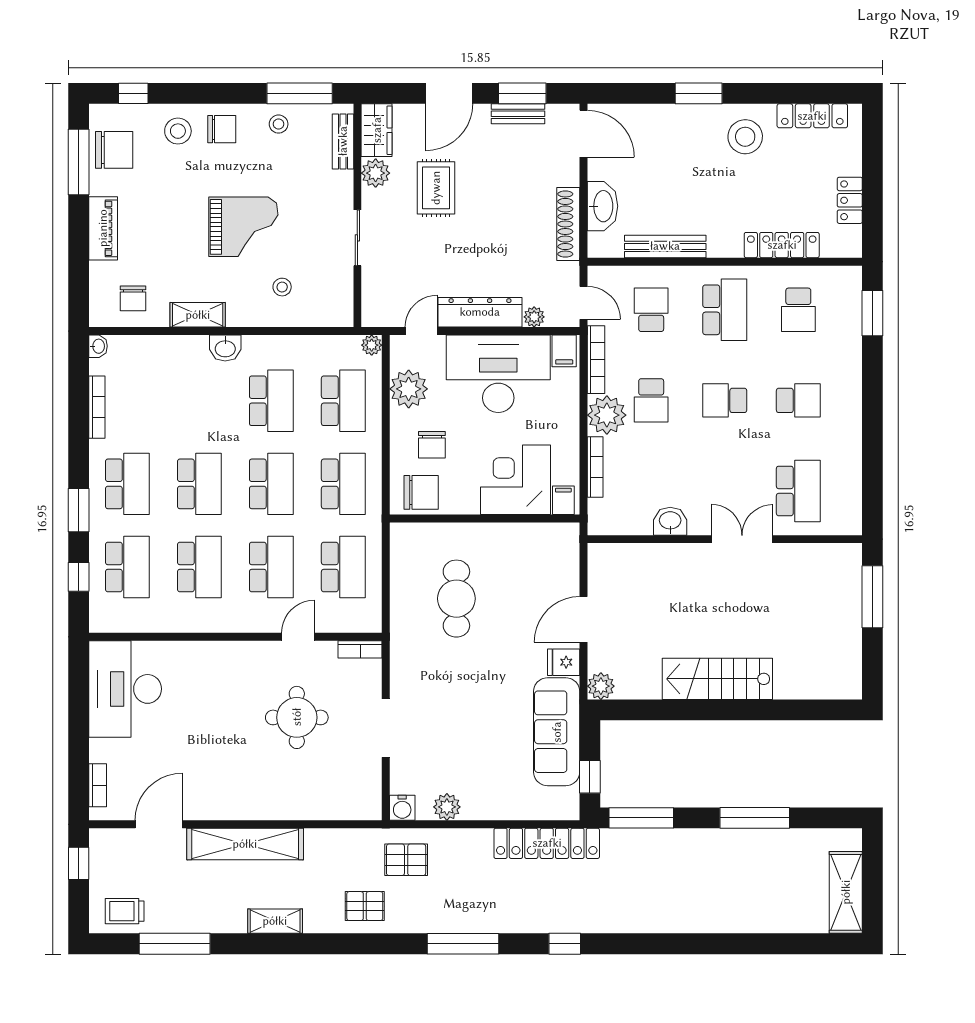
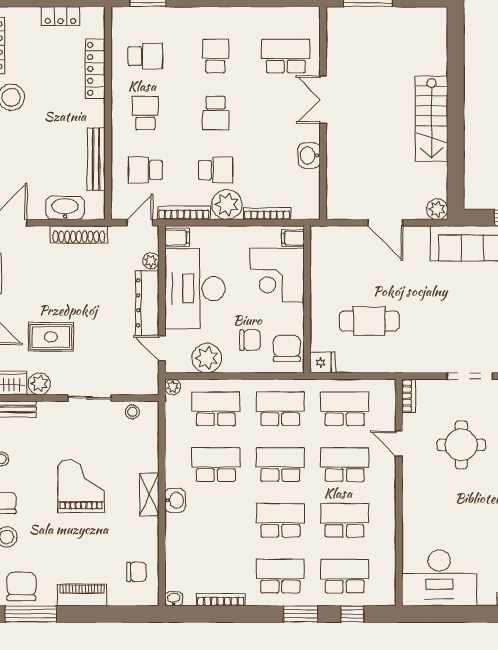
stool: (282, 287) -> (132, 412), moved
school desk: (725, 310) -> (145, 113), width x0.54
shelving: (198, 315) -> (149, 494), moved
fridge: (564, 662) -> (323, 363), moved, turned -90

